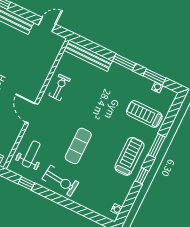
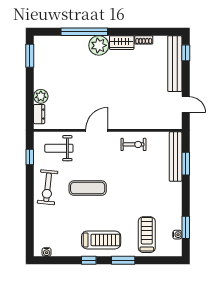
window: (124, 62) -> (186, 164), moved
weight bench: (31, 154) -> (59, 148), turned 180

